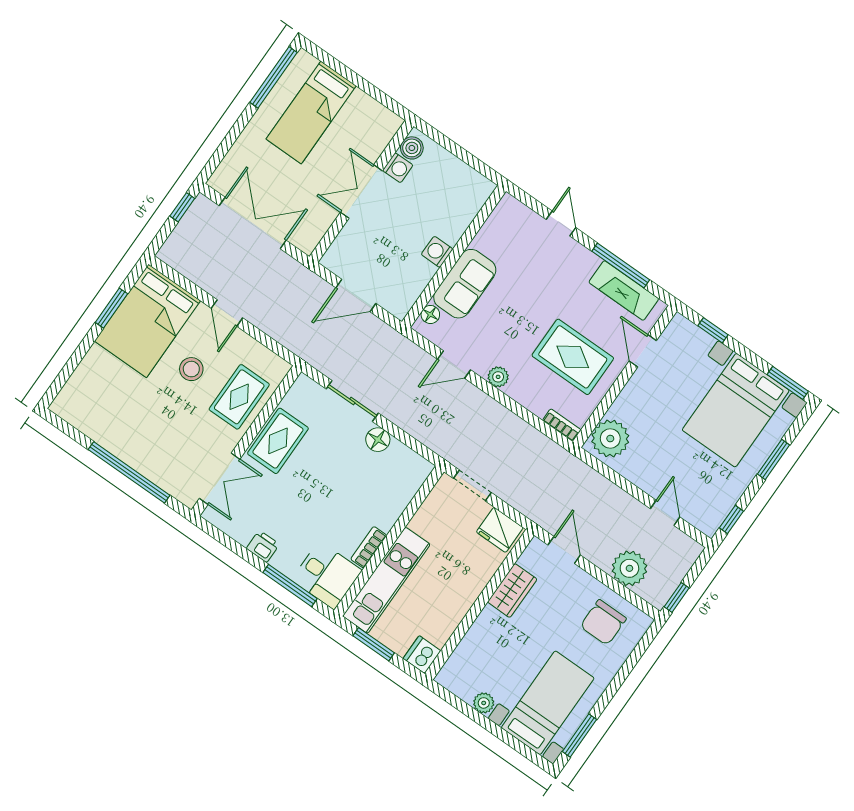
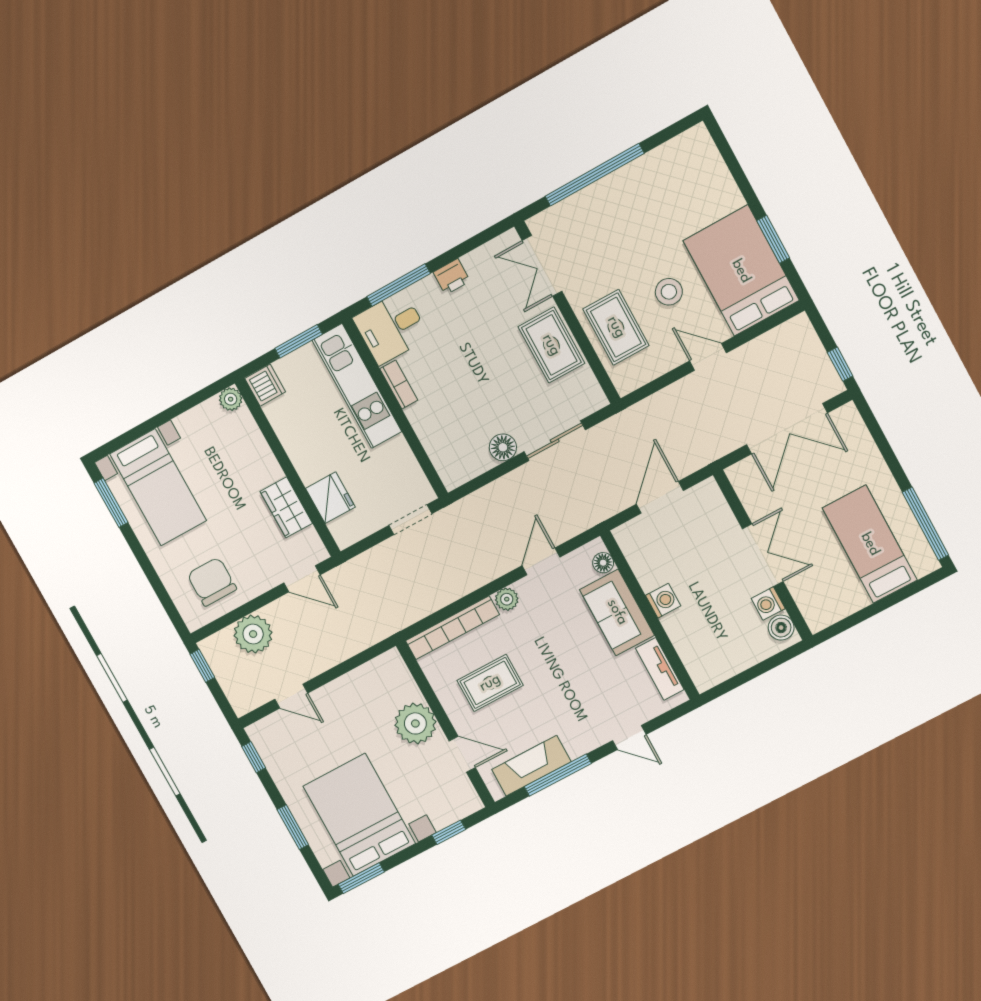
tv unit: (493, 227) -> (660, 669), added
rug: (573, 357) -> (490, 683), width x0.73, depth x0.70
bookcase: (562, 425) -> (452, 628), width x2.31, depth x1.31
plant: (610, 439) -> (415, 723), moved
fridge: (500, 530) -> (330, 498), moved, turned 90
plant: (484, 703) -> (231, 399), moved

